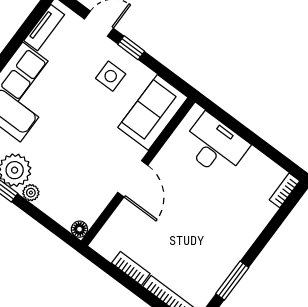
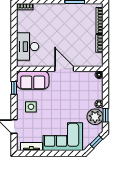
window: (131, 48) -> (14, 88), moved
door: (133, 179) -> (64, 69), hinge flipped

